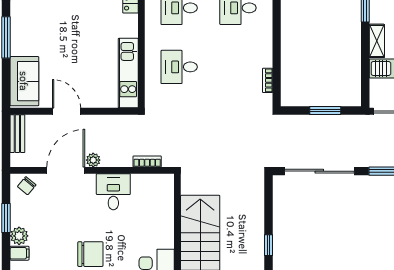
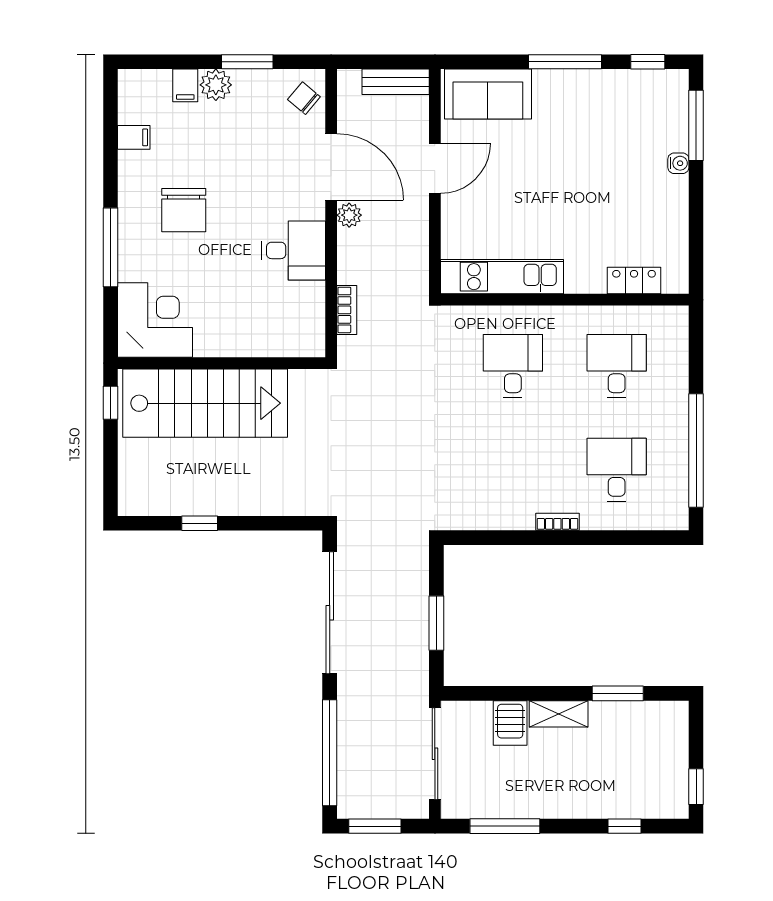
bookcase: (268, 80) -> (557, 522), moved

